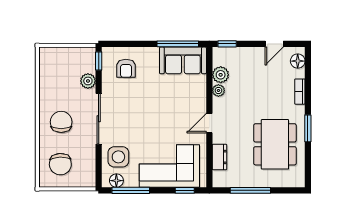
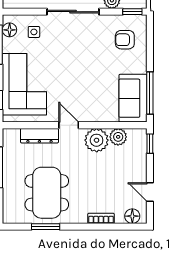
plant: (218, 90) -> (97, 140), width x1.88, depth x1.88
window: (308, 128) -> (46, 227), moved
dining table: (275, 144) -> (47, 193), turned 90
side table: (118, 157) -> (34, 32), width x0.54, depth x0.54
dresser: (219, 157) -> (39, 136), width x1.44

